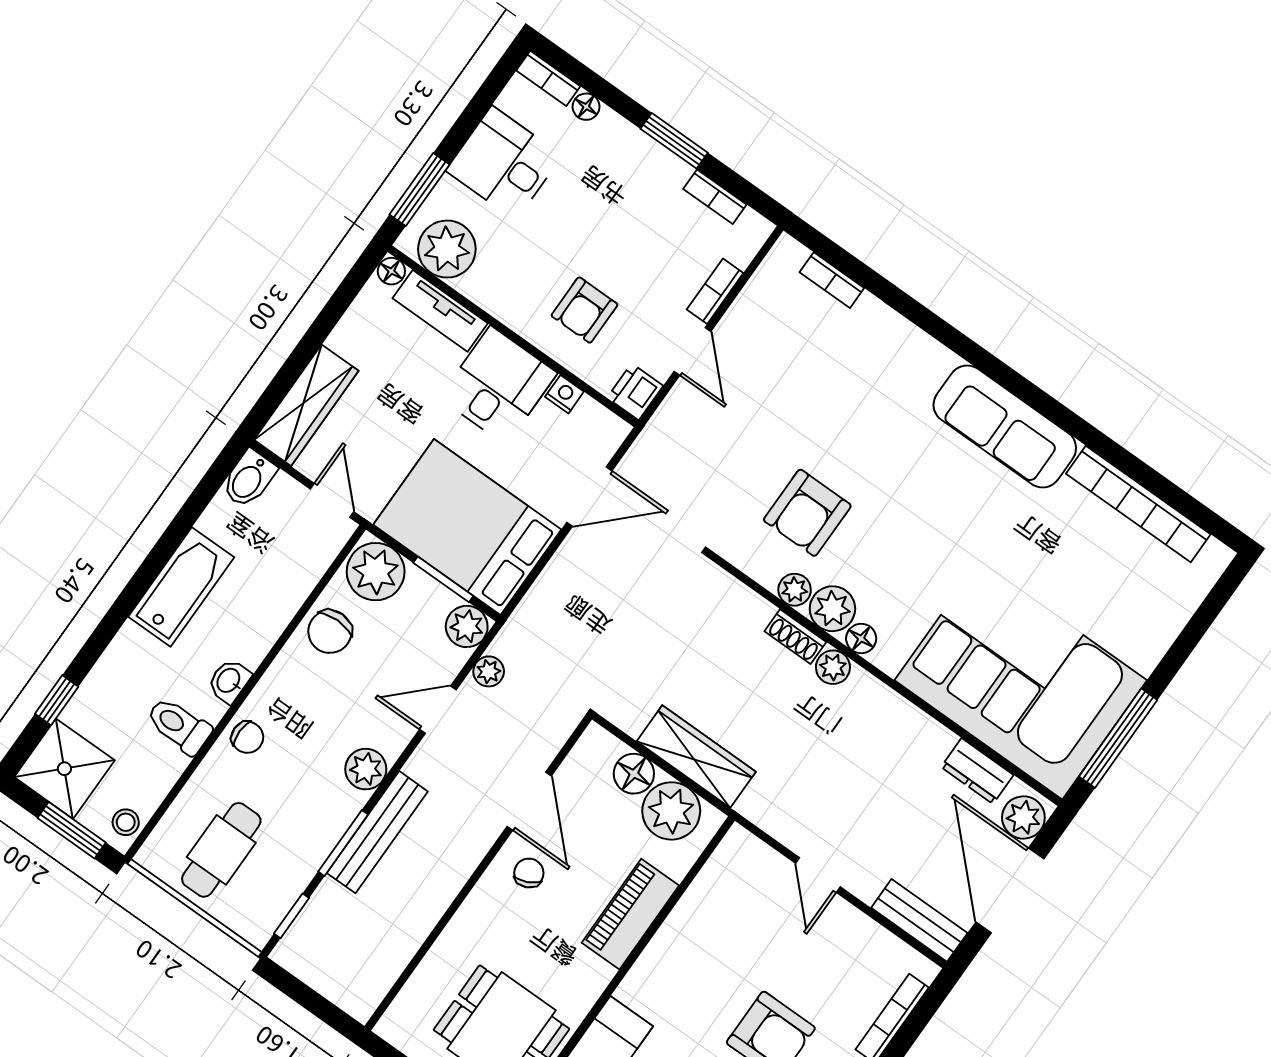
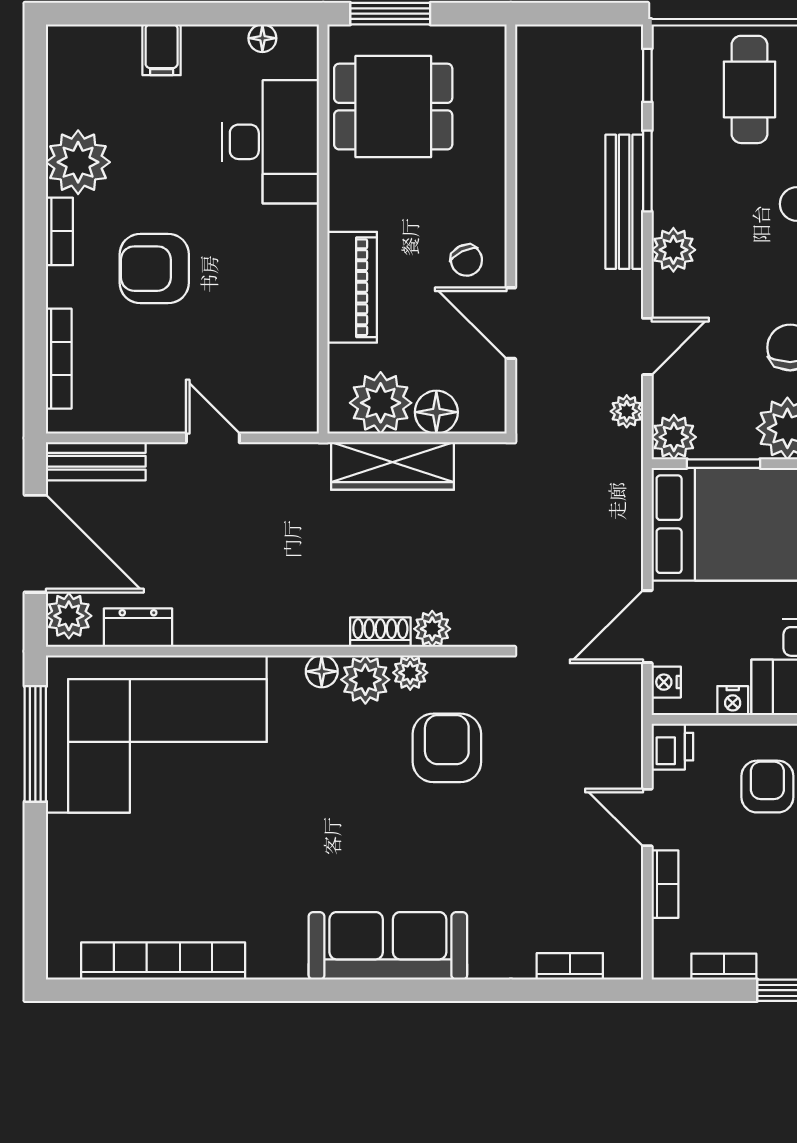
sofa: (1005, 427) -> (388, 946), moved
nightstand: (605, 444) -> (666, 682), added
plant: (833, 667) -> (432, 629), moved

